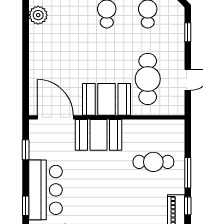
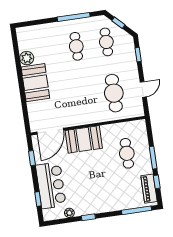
booth: (107, 99) -> (35, 83), moved, turned 90
door: (55, 117) -> (50, 131), swing flipped
cafe table: (153, 162) -> (127, 153), turned 90

